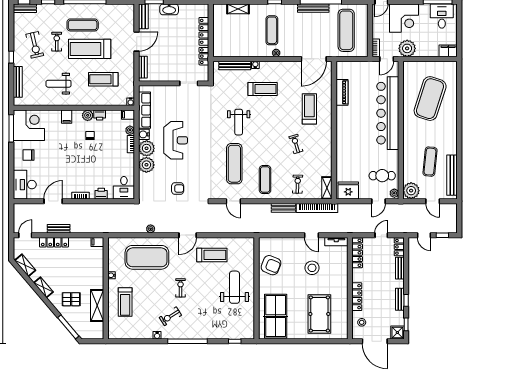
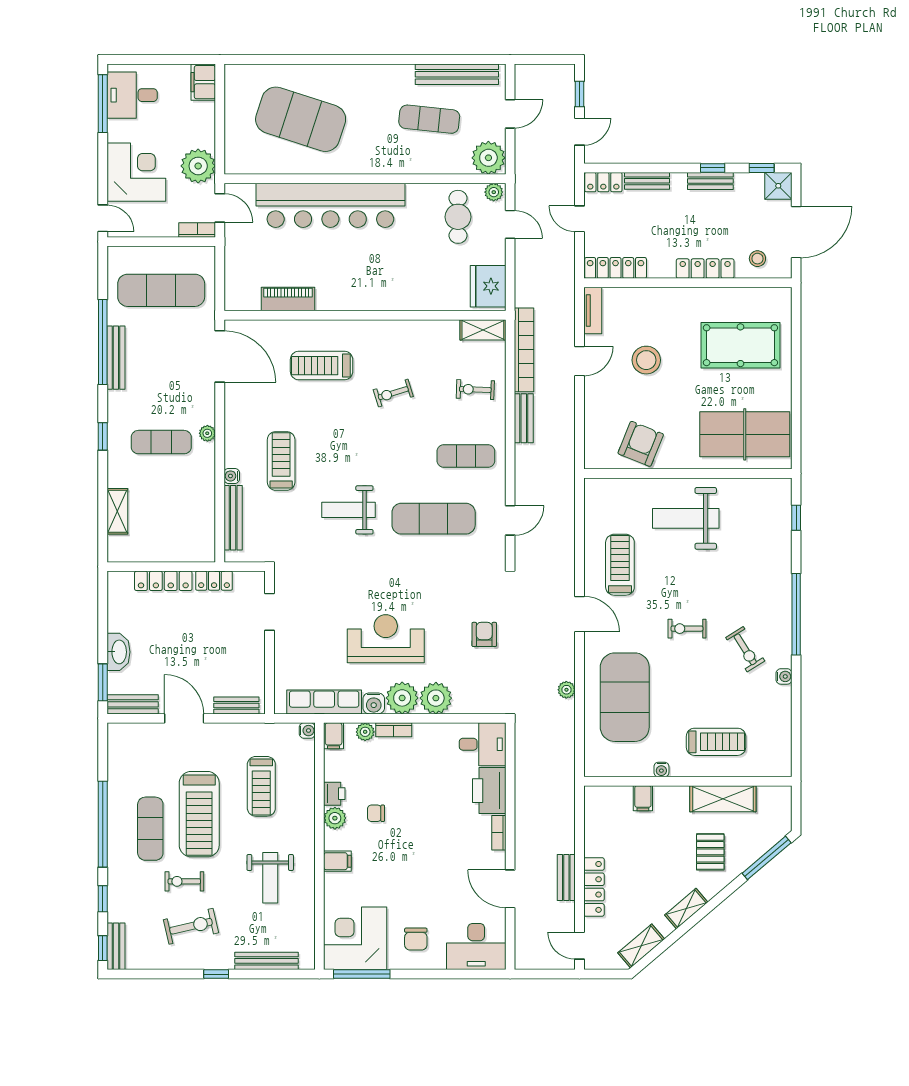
weight bench: (239, 122) -> (349, 510), turned 180
printer: (101, 194) -> (489, 791), width x1.87, depth x1.48
filing cabinet: (97, 242) -> (643, 798), moved

